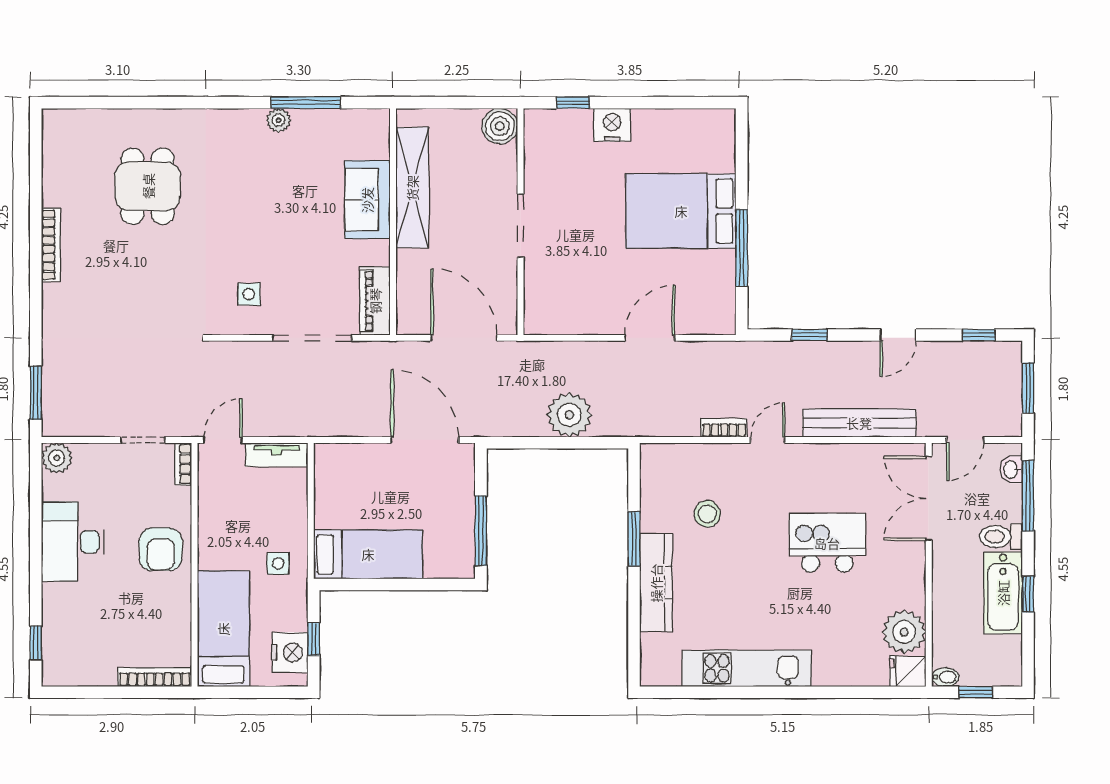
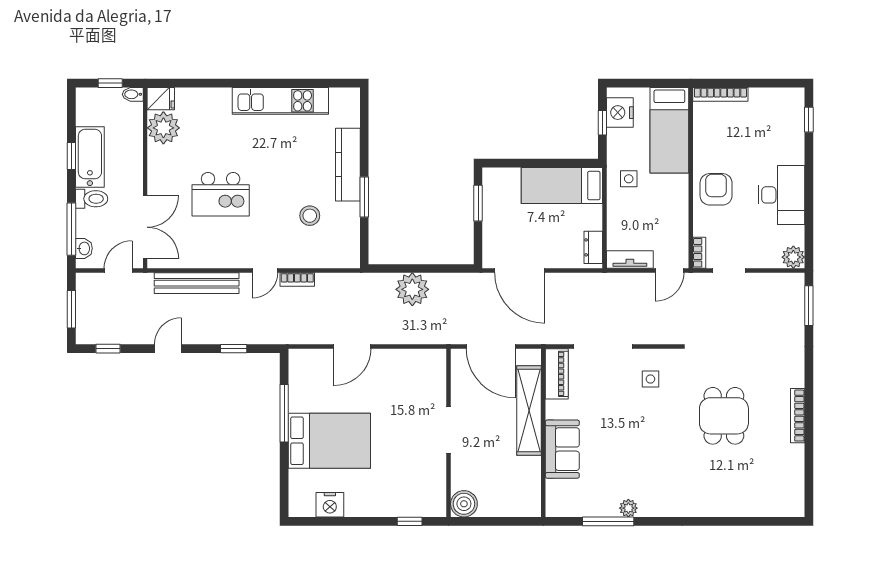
nightstand: (612, 125) -> (330, 505), moved
dining table: (148, 186) -> (724, 416), moved
shelving: (412, 188) -> (529, 411), moved
dresser: (326, 471) -> (593, 247), added
window: (481, 531) -> (478, 203), width x0.69

